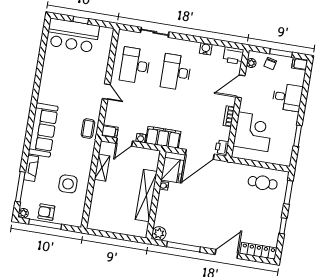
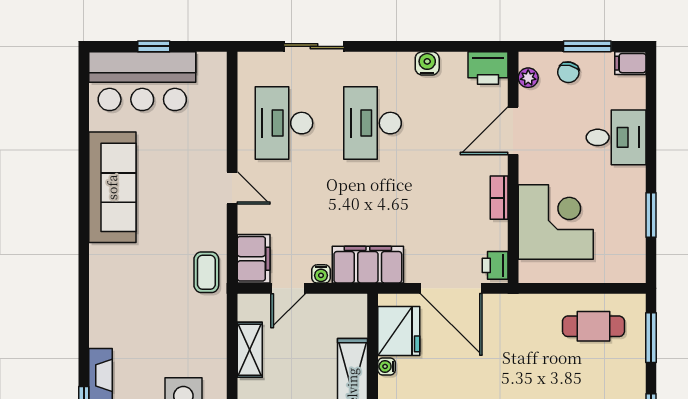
sofa: (43, 130) -> (112, 187), moved
filing cabinet: (110, 131) -> (254, 259), width x2.00
door: (200, 154) -> (451, 288), hinge flipped

